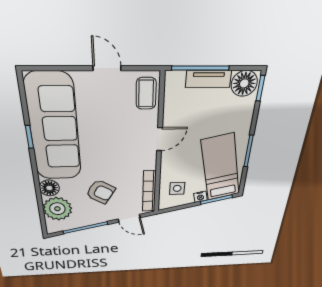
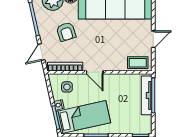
tv unit: (208, 79) -> (147, 95), width x1.41
floor lamp: (244, 83) -> (144, 124), removed
door: (160, 139) -> (95, 72), moved
armchair: (101, 192) -> (66, 32), turned -48

